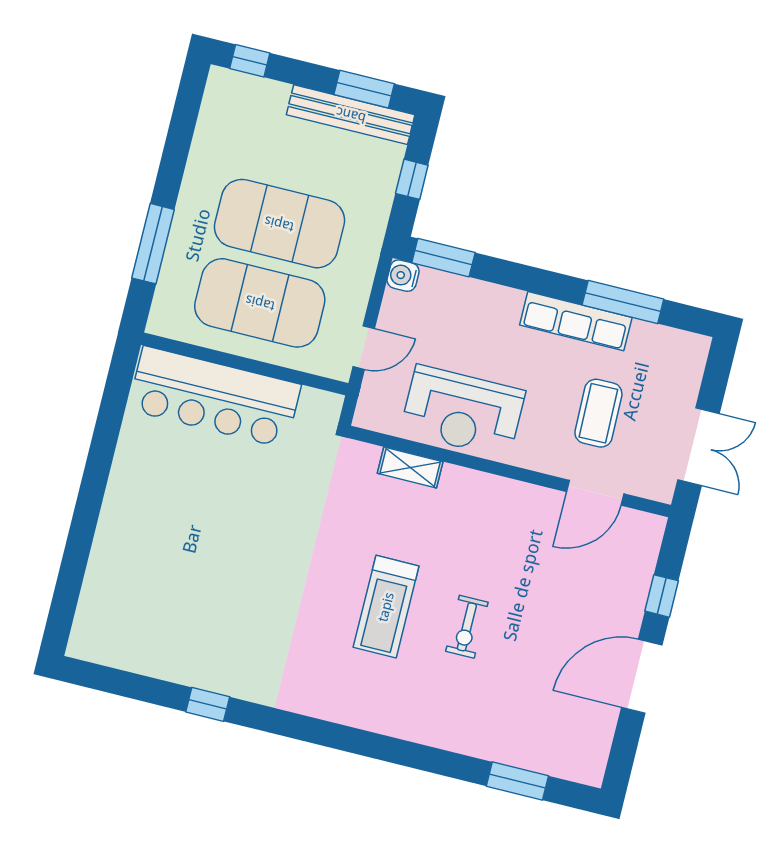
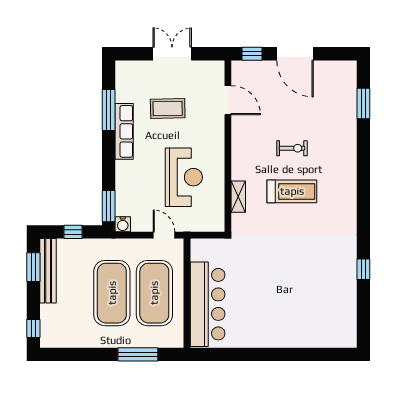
shelving: (410, 467) -> (238, 197), moved
wall: (509, 471) -> (228, 146), moved
door: (595, 493) -> (228, 100), moved

